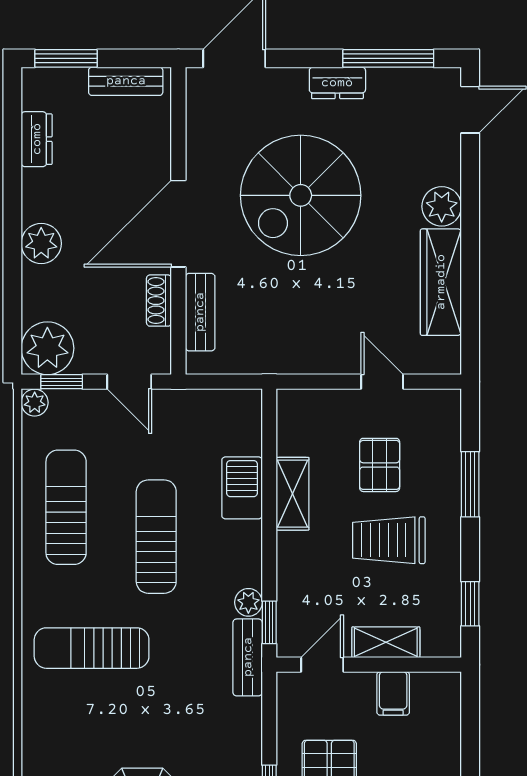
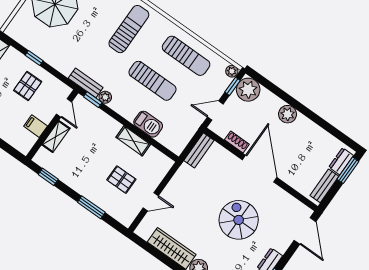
dresser: (37, 139) -> (341, 161), moved, turned 90
spiral stairs: (301, 195) -> (239, 220), width x0.73, depth x0.73
bench: (200, 312) -> (199, 150), moved, turned 90
trolley: (389, 540) -> (92, 164), removed

